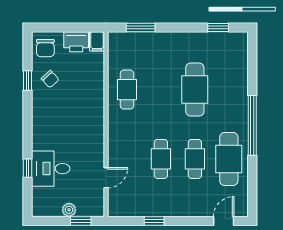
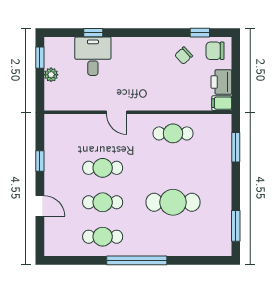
window: (218, 28) -> (236, 226), width x1.50
window: (28, 81) -> (200, 33), moved
cafe table: (229, 159) -> (103, 237), width x0.73, depth x0.74
door: (106, 178) -> (117, 112), moved
window: (81, 221) -> (40, 58), moved
door: (224, 221) -> (40, 206), moved

